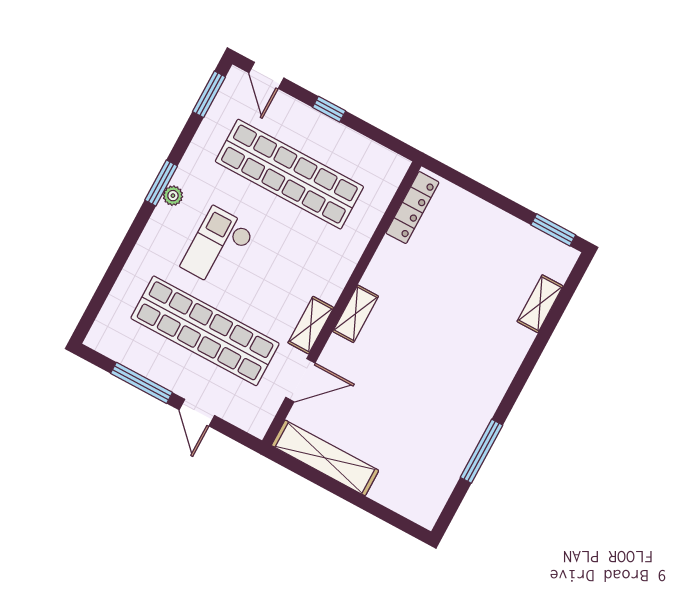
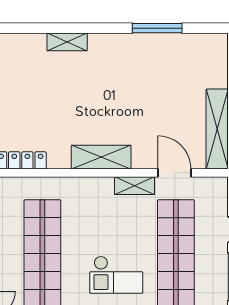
shelving: (540, 304) -> (67, 42), moved
shelving: (356, 314) -> (101, 157), width x1.50, depth x1.33

